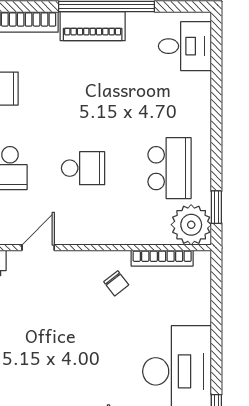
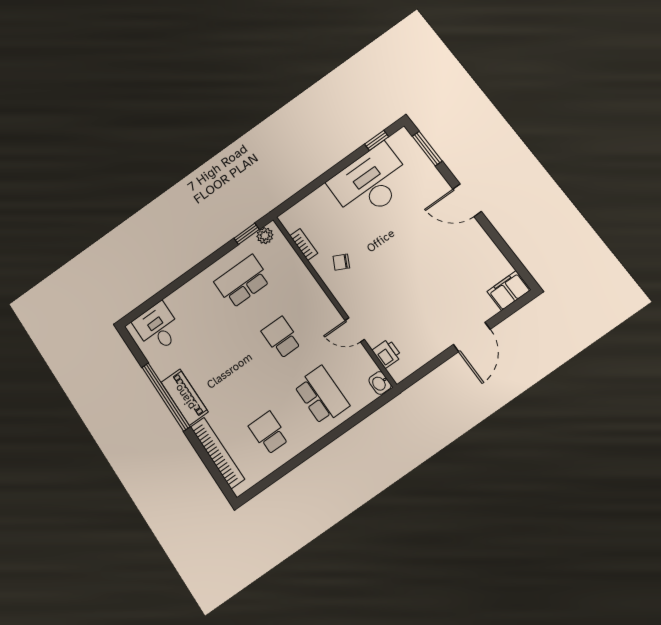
plant: (191, 225) -> (265, 236), width x0.53, depth x0.53
bookcase: (162, 258) -> (304, 244), width x0.64
chair: (116, 283) -> (341, 262), turned -115

